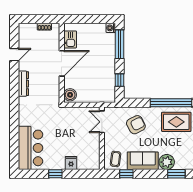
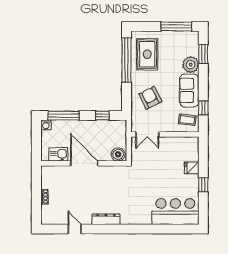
kitchen sink: (70, 39) -> (58, 154), moved
door: (62, 63) -> (84, 163), moved
wall: (62, 63) -> (84, 163), moved
boiler: (70, 95) -> (118, 154), moved

